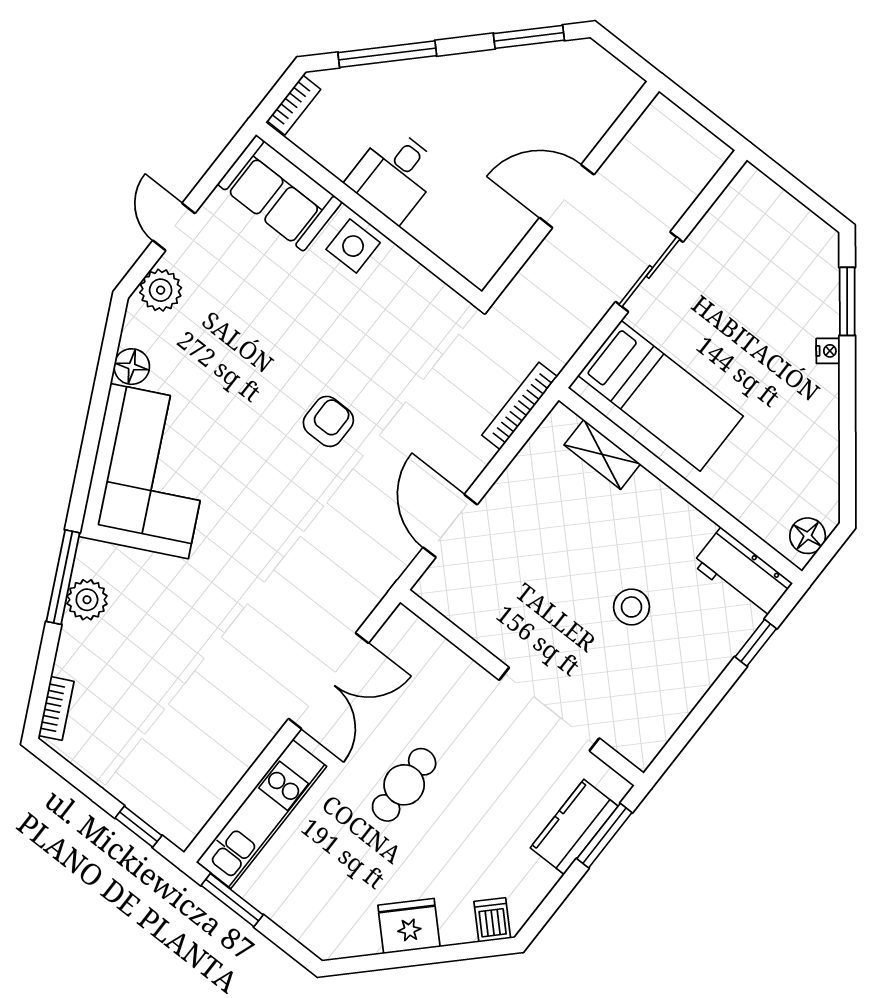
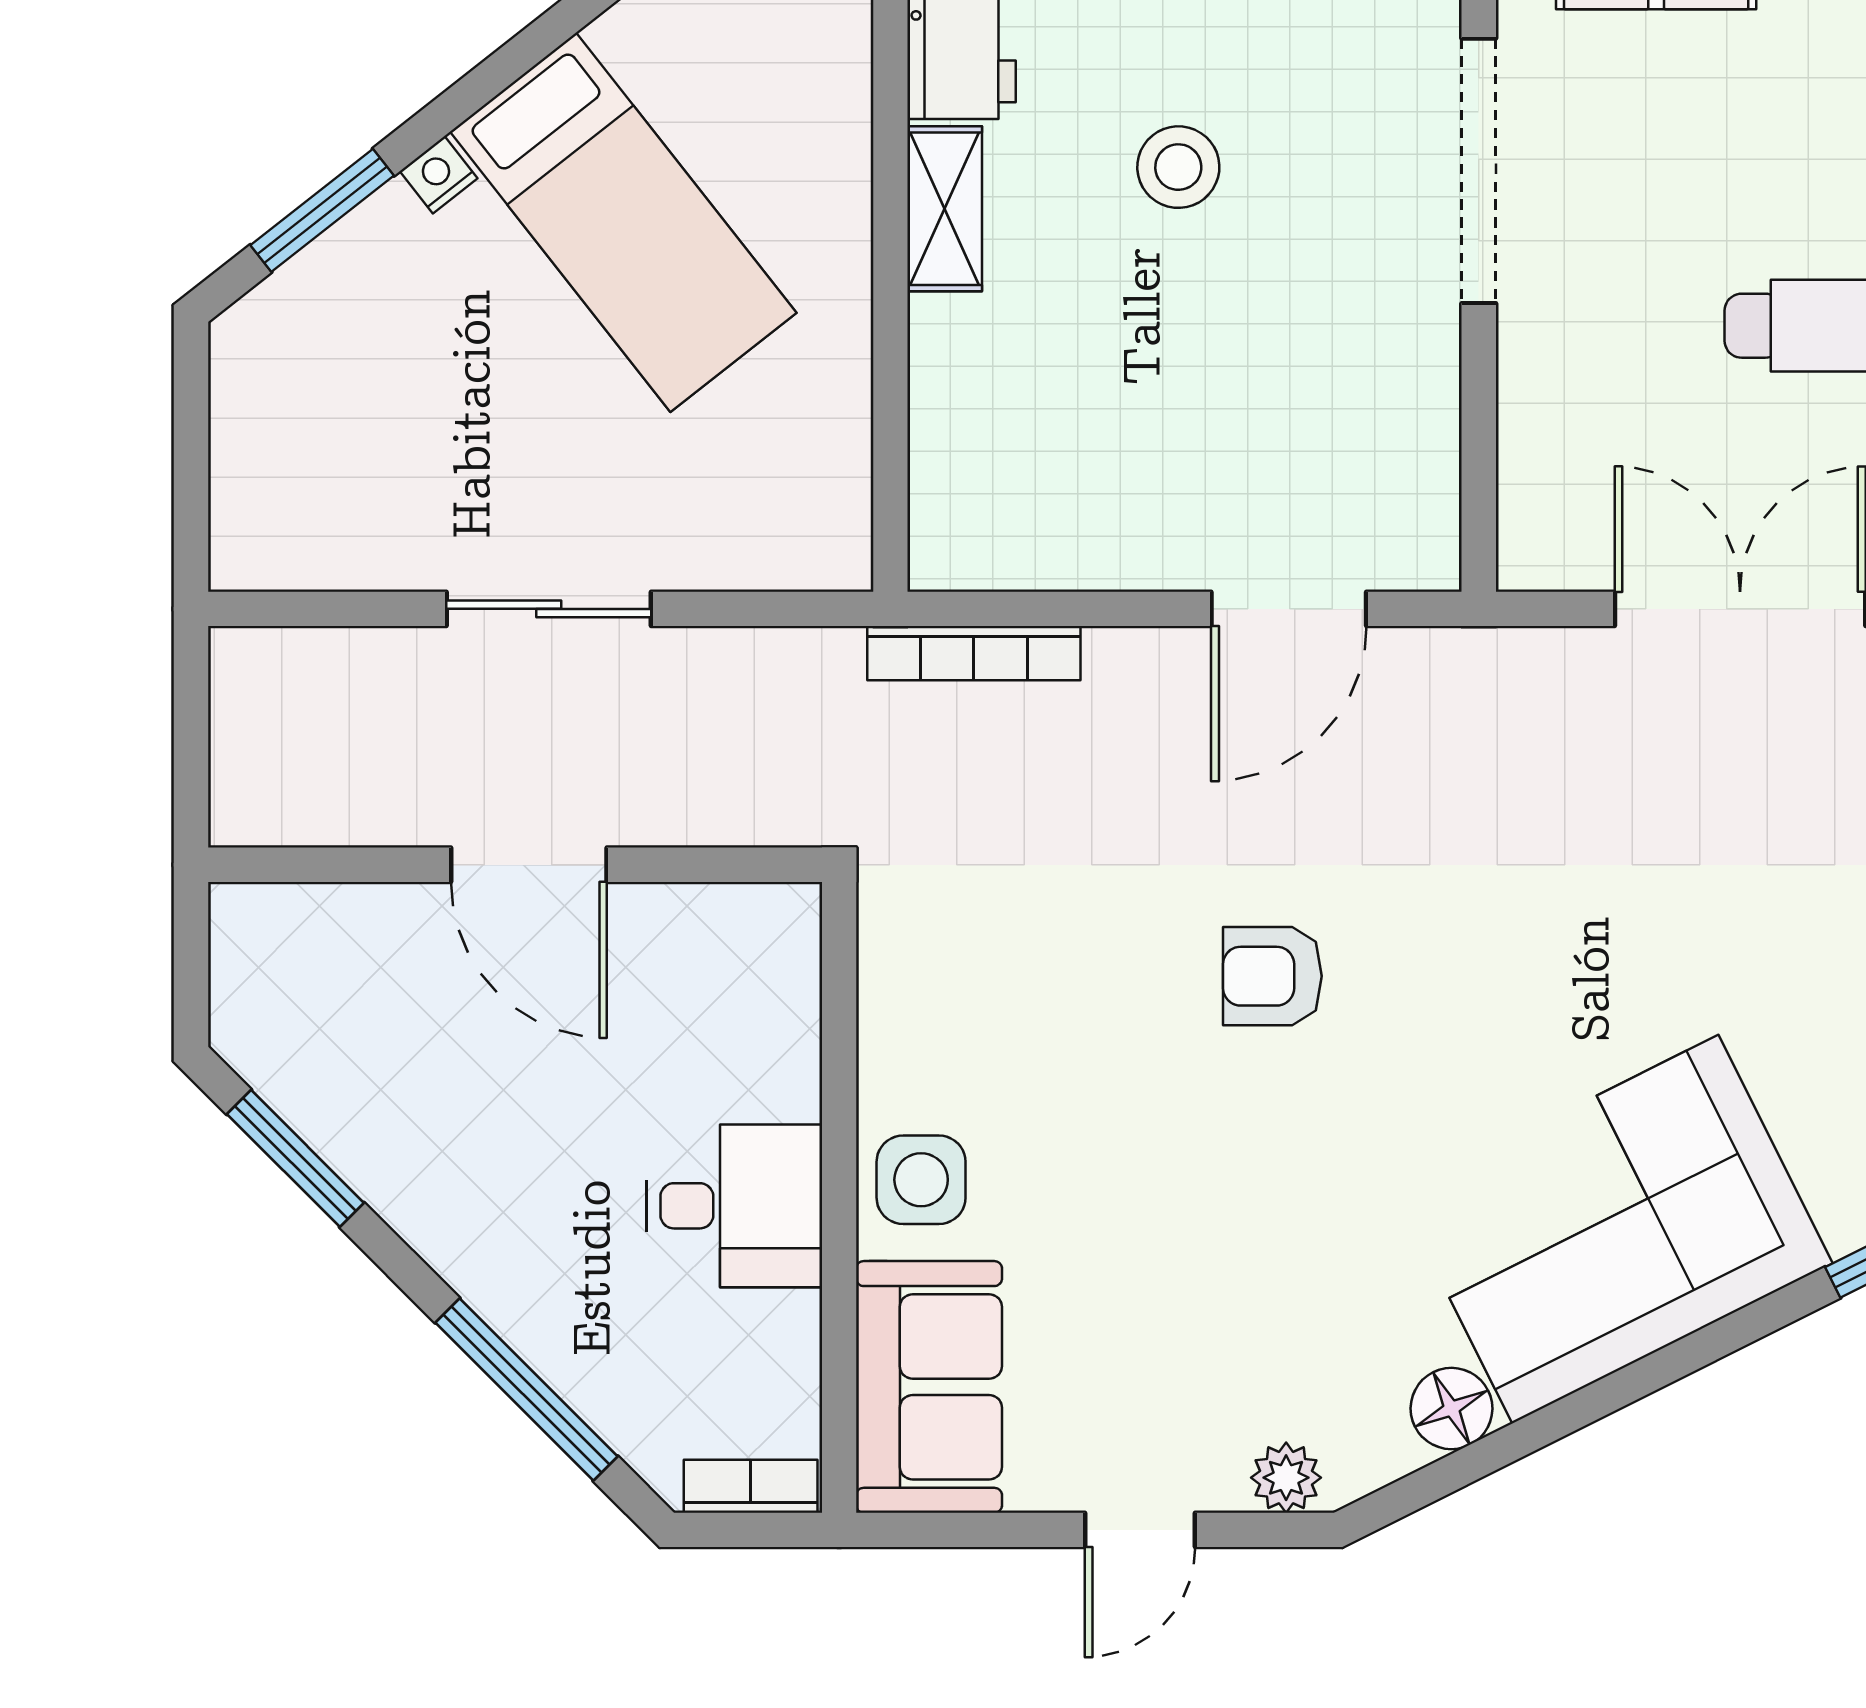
plant: (161, 290) -> (1286, 1478), width x0.73, depth x0.73
bed: (661, 396) -> (623, 222), moved, turned 142
shelving: (602, 454) -> (945, 209), moved

